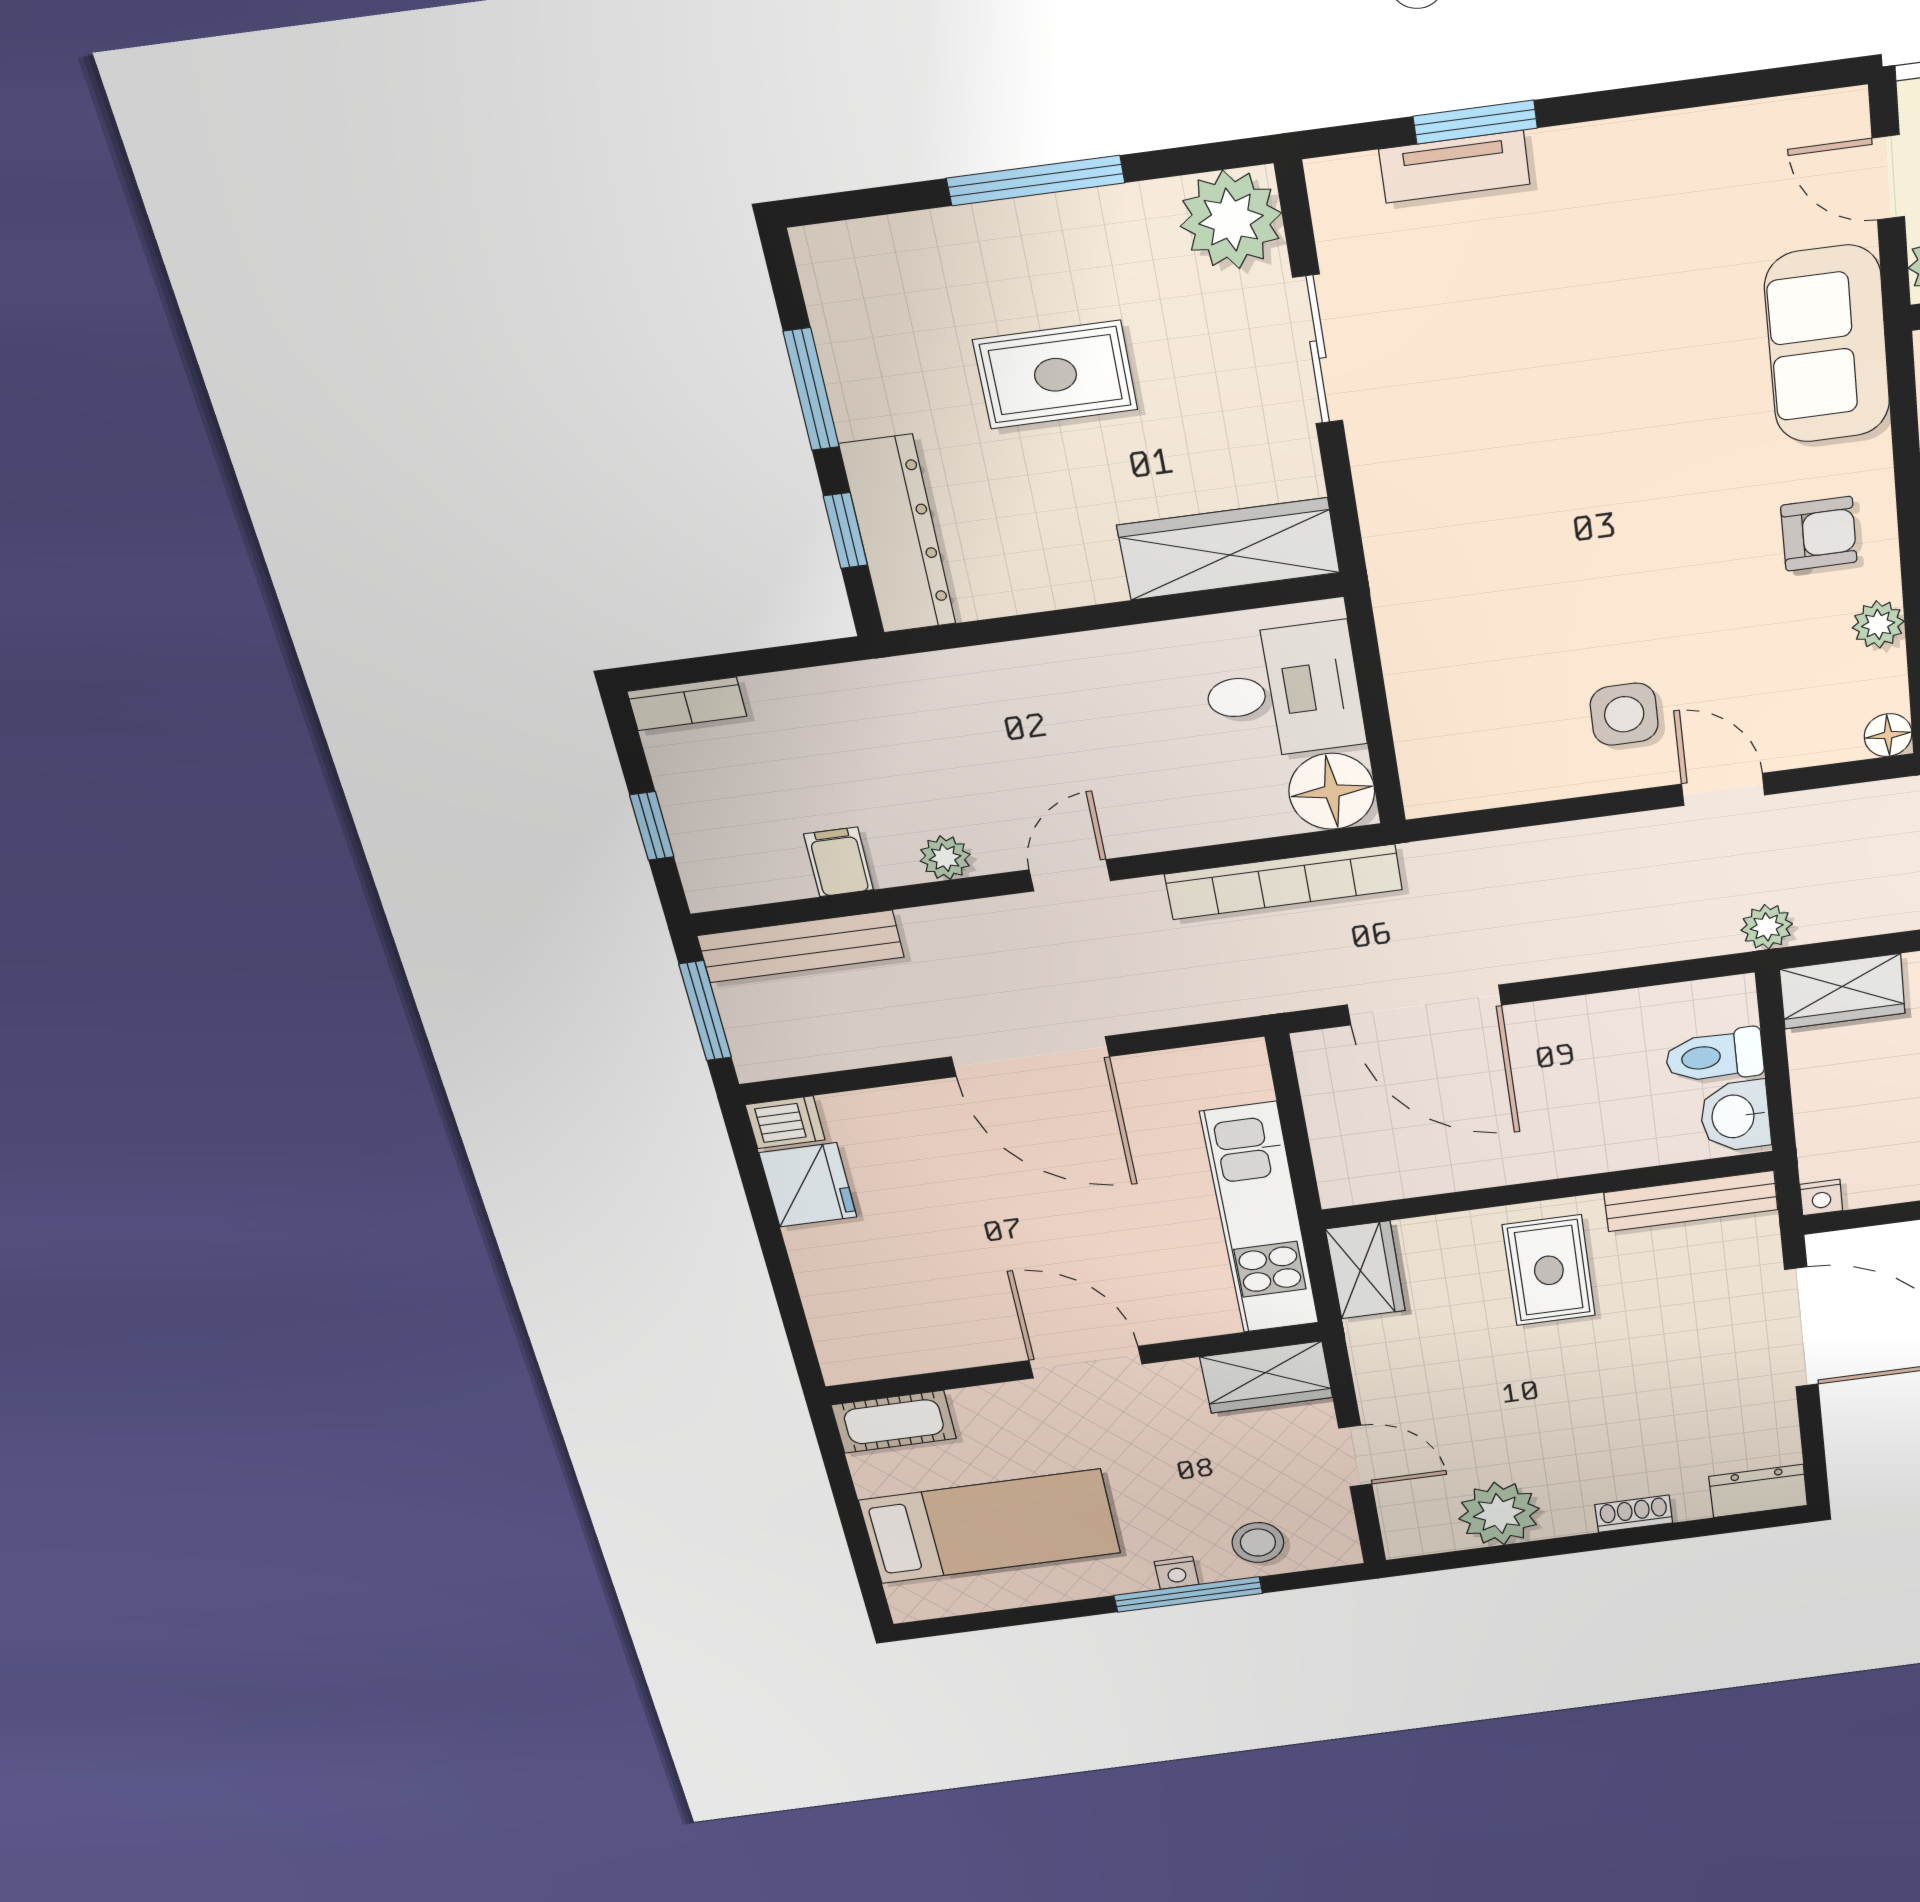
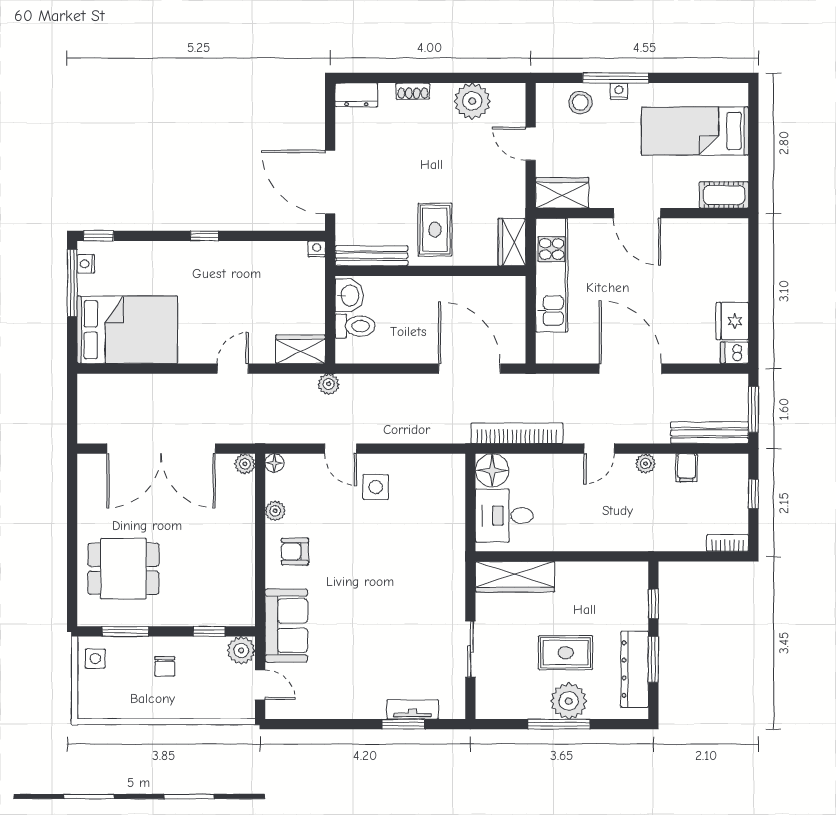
plant: (1231, 220) -> (569, 701), moved
dresser: (898, 535) -> (635, 669), moved

